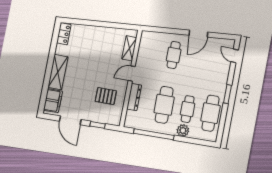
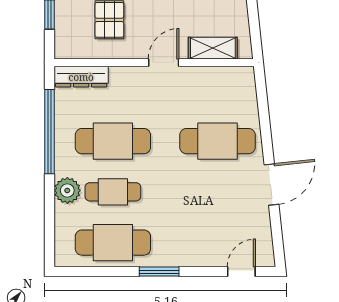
door: (198, 34) -> (272, 184), swing flipped
cafe table: (174, 55) -> (218, 141), width x1.37, depth x1.35
door: (132, 74) -> (164, 63), hinge flipped
dresser: (134, 97) -> (81, 77), moved

